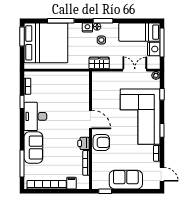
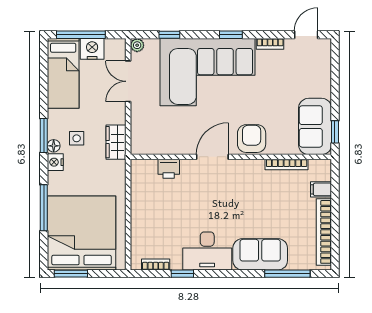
printer: (84, 143) -> (169, 169), moved
sofa: (126, 180) -> (315, 126), moved

